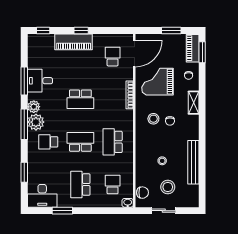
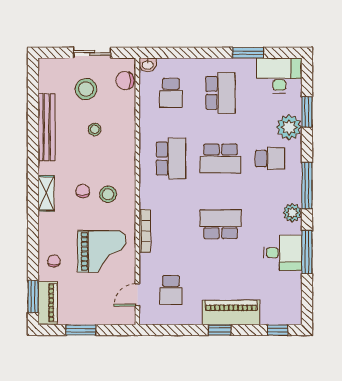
door: (134, 53) -> (137, 295), width x0.53
shelving: (194, 103) -> (46, 193), moved
plant: (36, 122) -> (289, 127), moved

